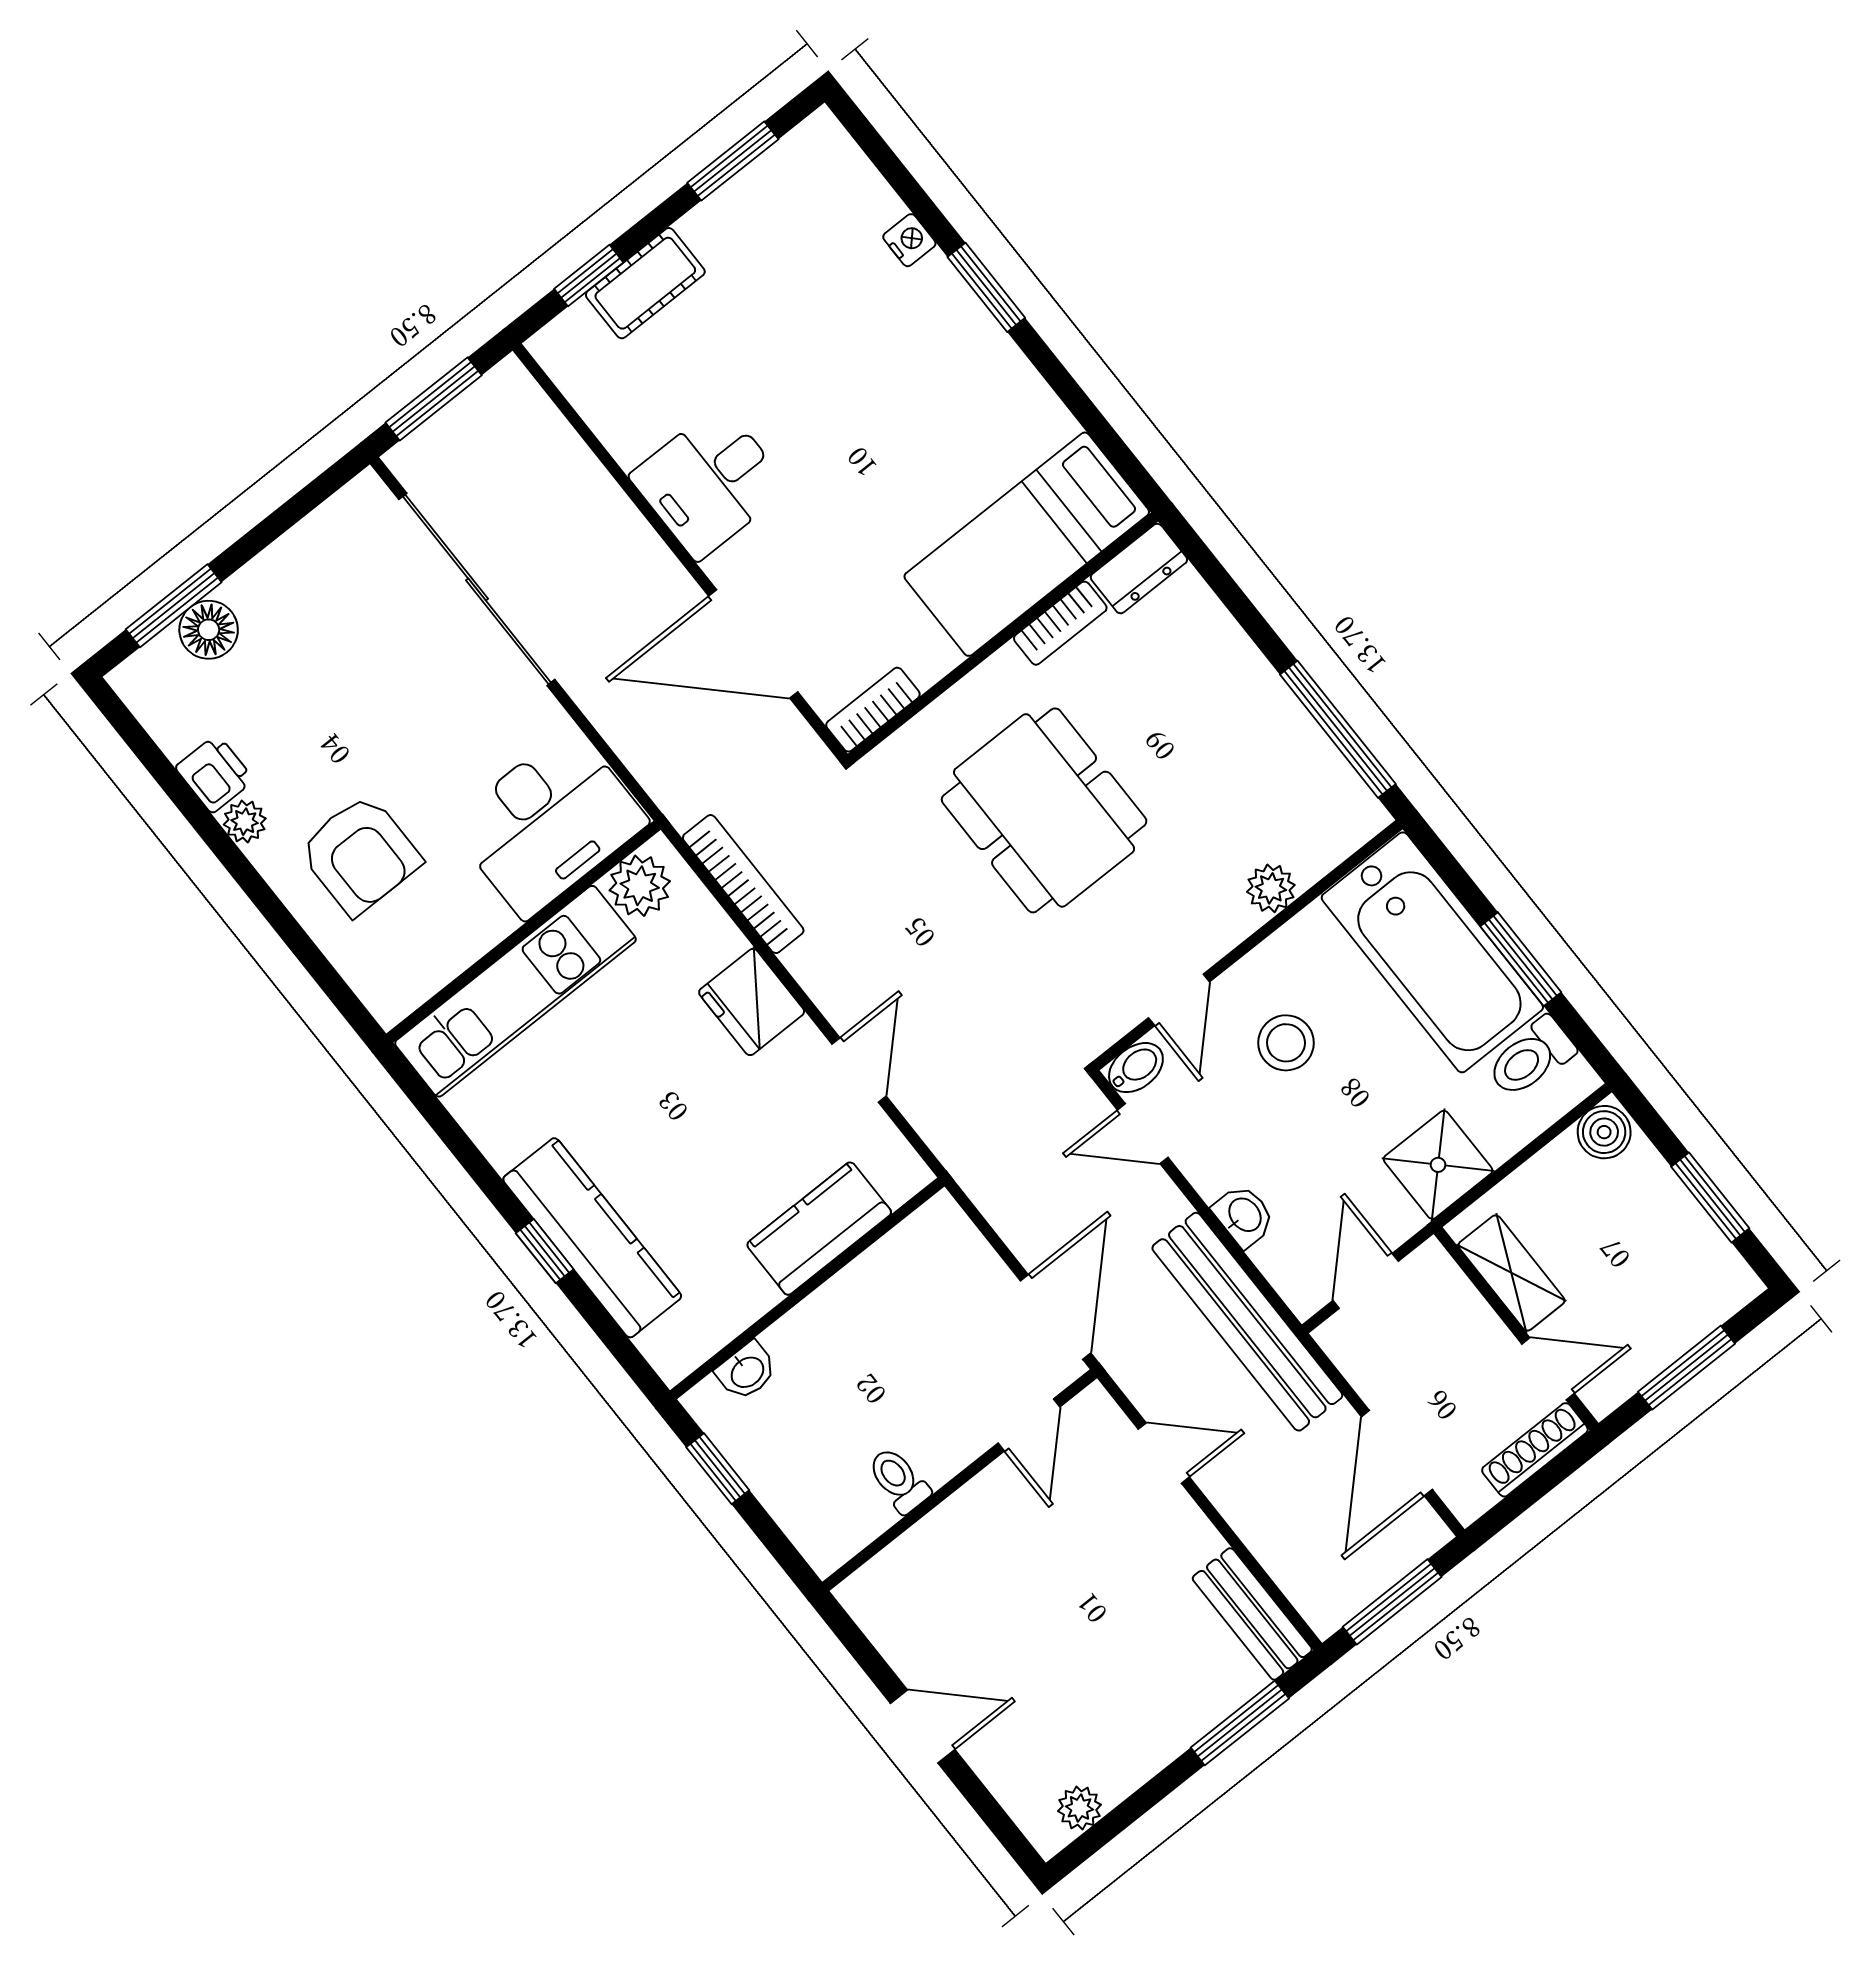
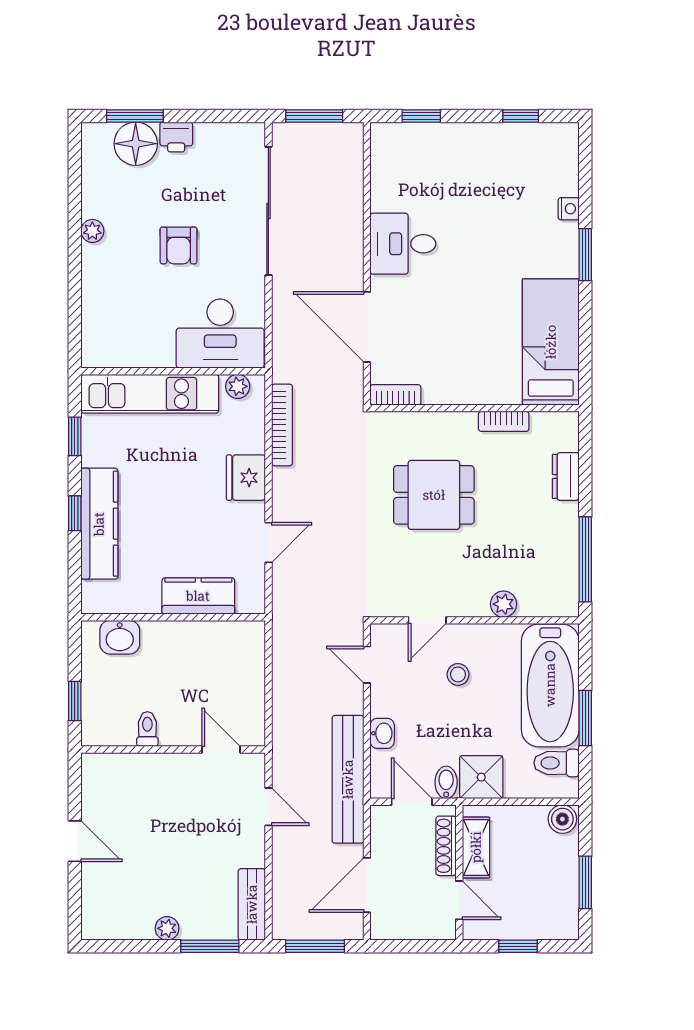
window: (733, 161) -> (521, 116), width x0.67
cot: (645, 283) -> (443, 138), removed
bed: (1027, 544) -> (551, 342), moved, turned 90
dresser: (1139, 569) -> (566, 476), moved, turned 90
floor lamp: (209, 630) -> (136, 144), width x1.38, depth x1.38
printer: (215, 774) -> (176, 137), moved, turned 90
dining table: (1044, 810) -> (434, 495), width x0.73
armchair: (360, 855) -> (179, 245), moved, width x0.72, depth x0.72
plant: (640, 886) -> (238, 386), width x0.73, depth x0.73
stool: (1286, 1043) -> (458, 674), width x0.73, depth x0.73
bidet: (1136, 1068) -> (446, 782), moved, turned -90
window: (456, 1139) -> (75, 436), added
door: (1366, 1281) -> (412, 802), hinge flipped
door: (1056, 1317) -> (268, 713), removed
window: (1687, 1368) -> (518, 946), width x0.67
washbasin: (747, 1371) -> (120, 637), width x1.38, depth x1.45
door: (1029, 1425) -> (221, 750), swing flipped
shoe rack: (1535, 1450) -> (446, 846), moved, turned -90
window: (718, 1469) -> (75, 701), moved
plant: (1080, 1808) -> (167, 928), moved

